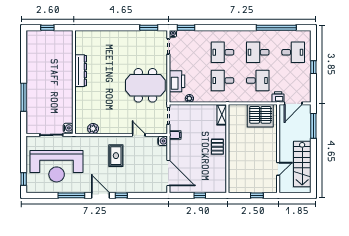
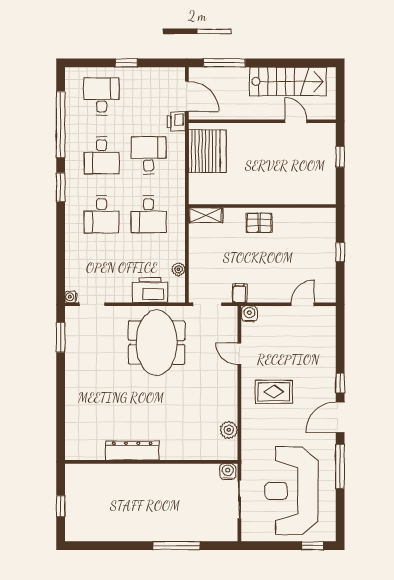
window: (186, 28) -> (61, 187), moved
door: (139, 135) -> (239, 354), hinge flipped
reception desk: (57, 166) -> (291, 491), turned 180
door: (168, 173) -> (303, 304), width x0.53

